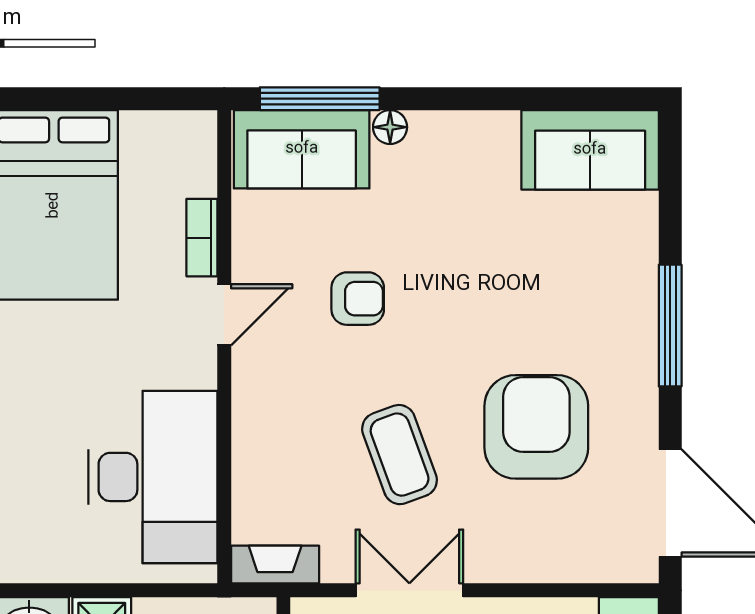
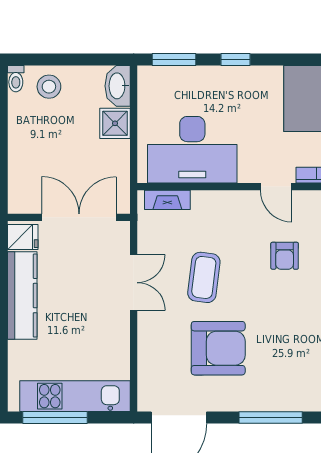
coffee table: (400, 455) -> (204, 277), turned -63
fireplace: (275, 565) -> (167, 200), moved, turned 90

